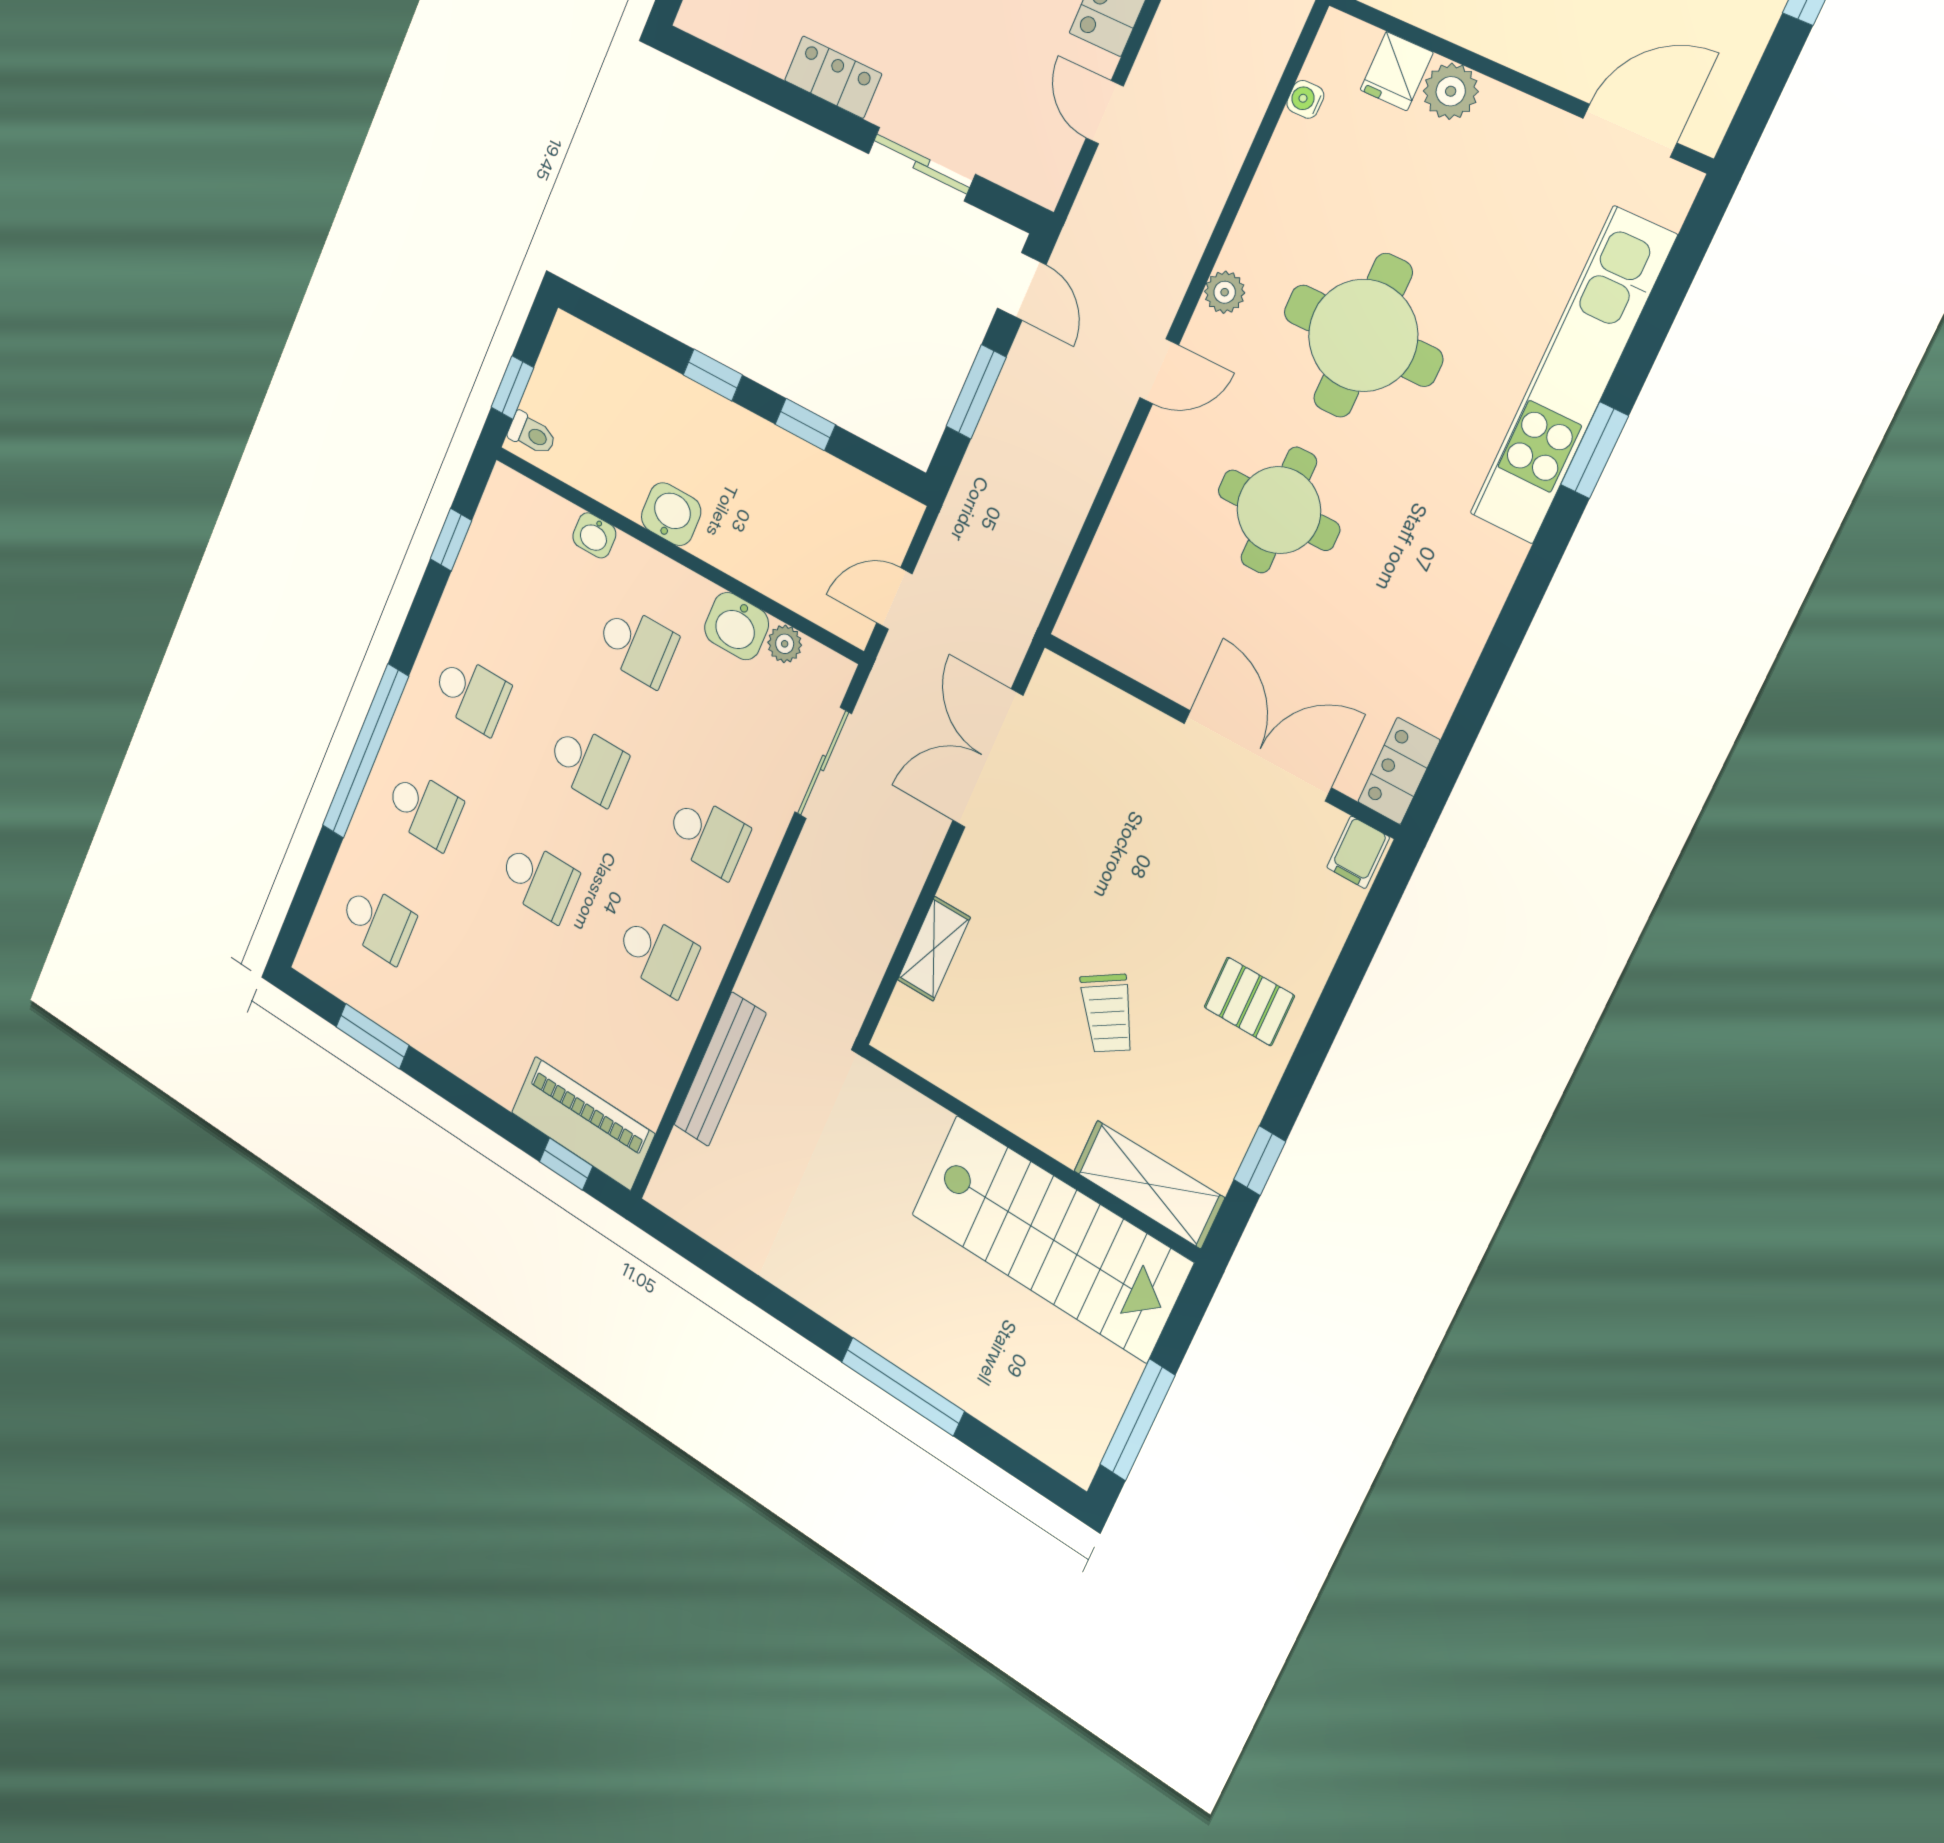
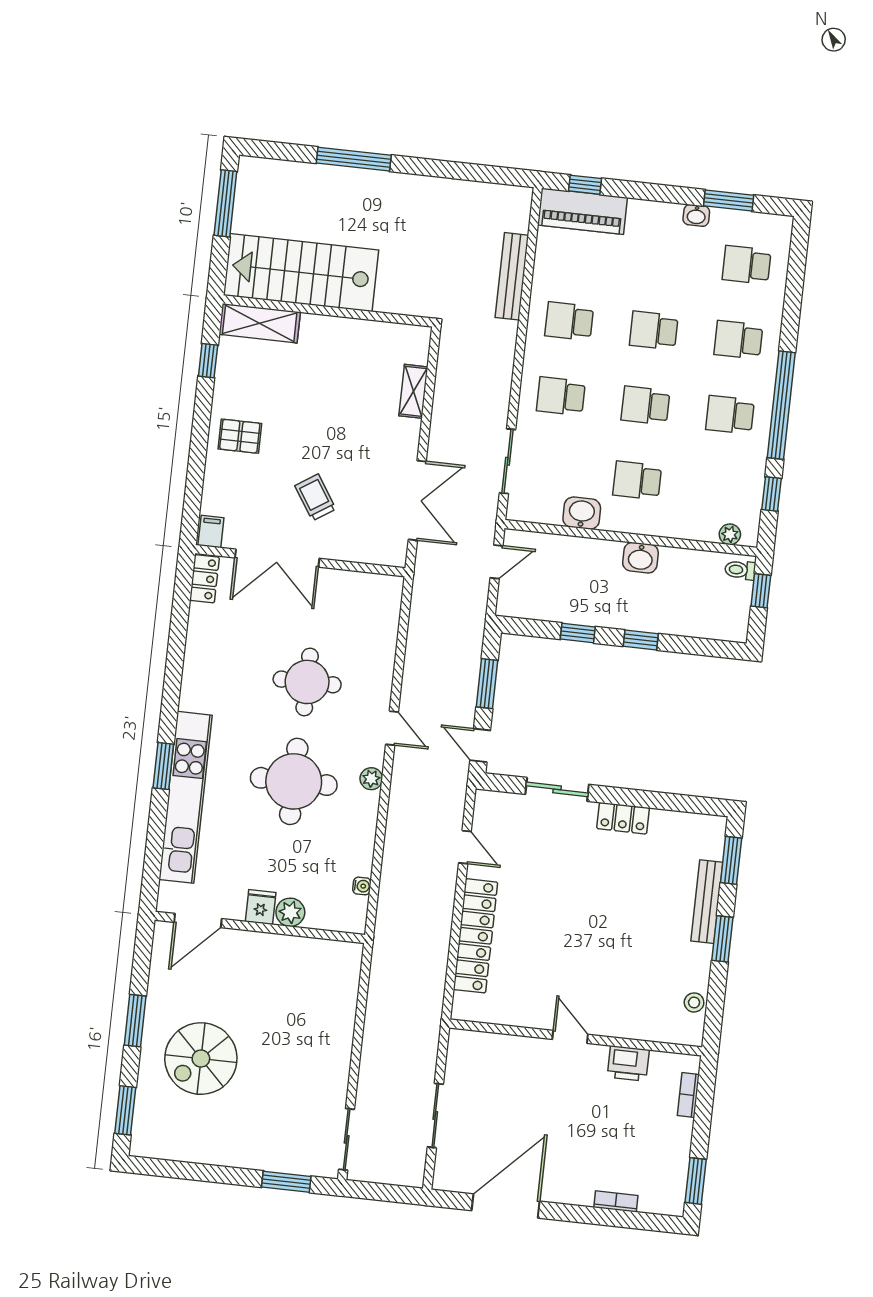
fridge: (1397, 71) -> (261, 907), moved
door: (1159, 371) -> (392, 728), swing flipped
washbasin: (594, 535) -> (696, 215), moved, turned 180
plant: (785, 644) -> (730, 534), moved
window: (366, 751) -> (781, 405), moved
trolley: (1108, 1013) -> (315, 497), moved

